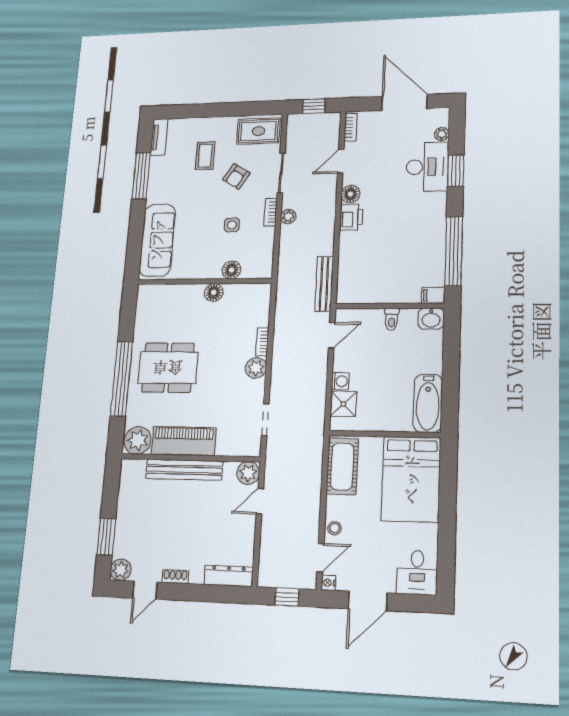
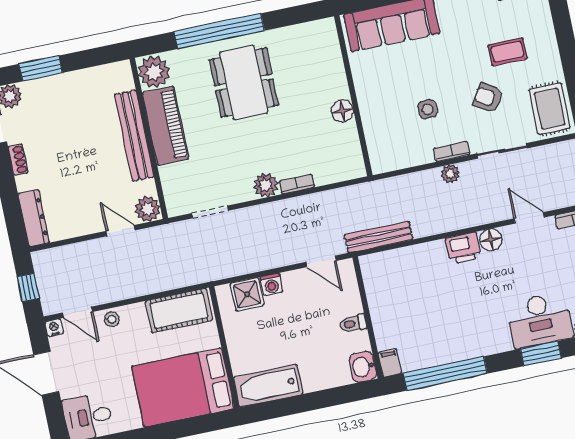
floor lamp: (231, 270) -> (373, 124), removed

